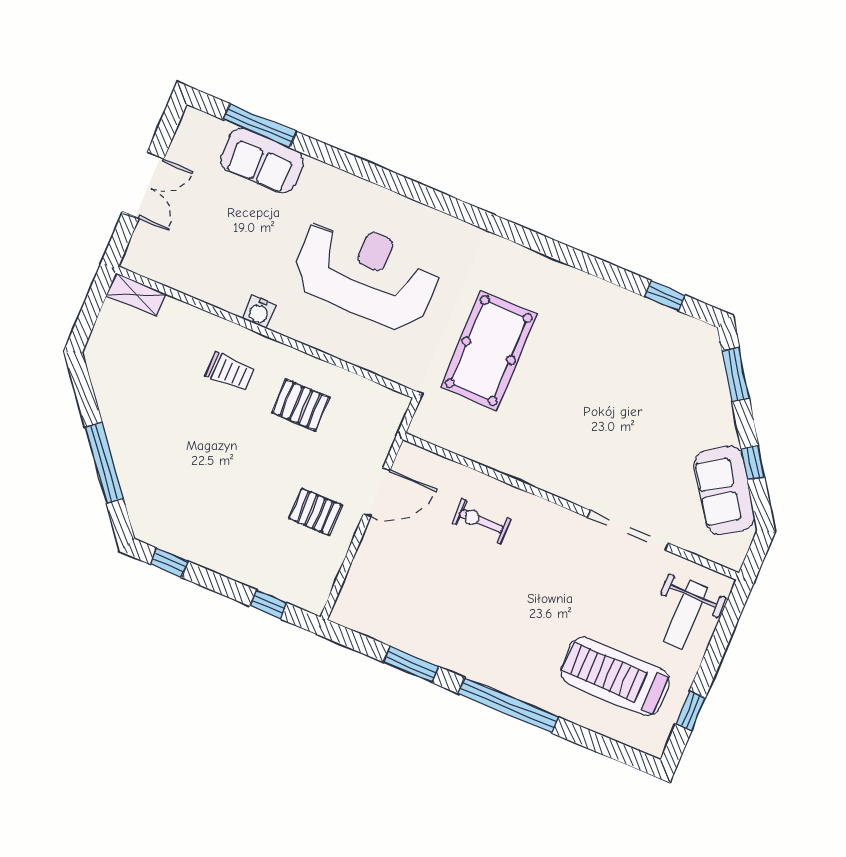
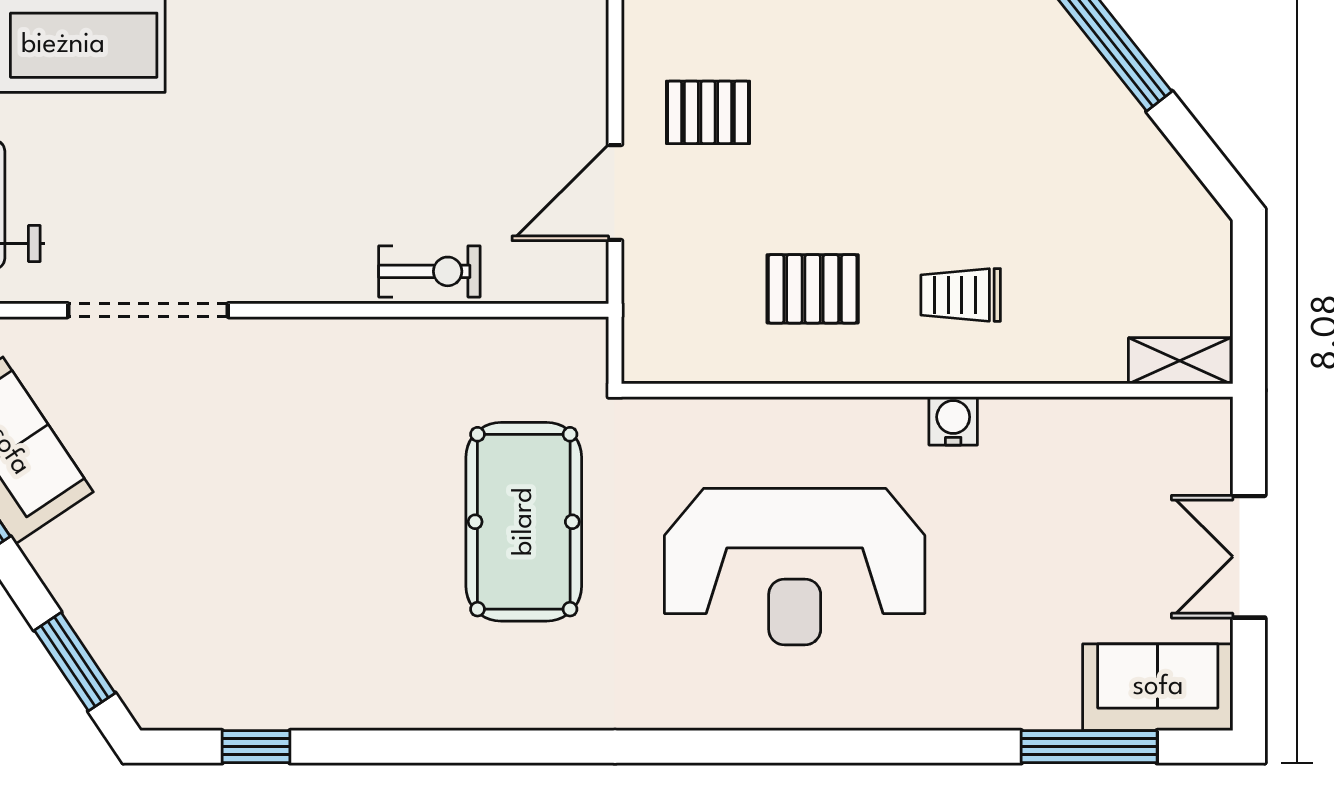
sofa: (262, 161) -> (1158, 687), moved
exercise bike: (481, 521) -> (429, 271), moved

